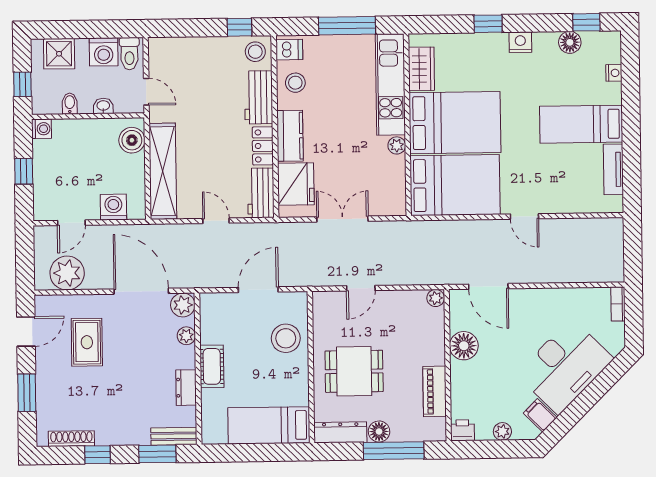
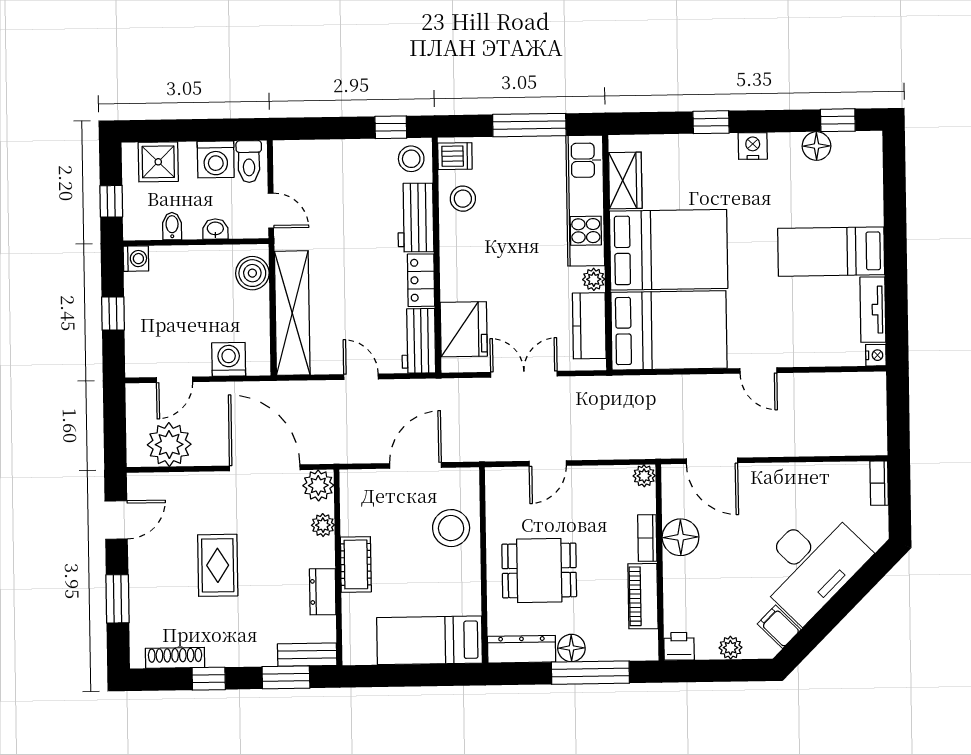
nightstand: (614, 73) -> (876, 355), moved
kitchen counter: (290, 136) -> (589, 326), moved, turned 180
rug: (87, 342) -> (218, 565), moved
bookcase: (438, 346) -> (647, 538), added

